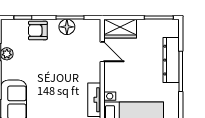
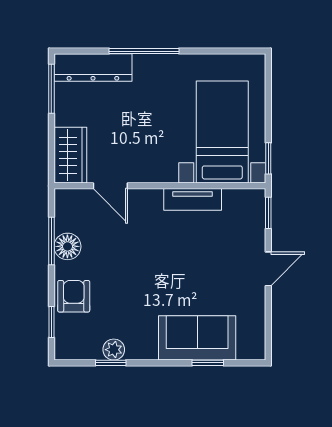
armchair: (38, 30) -> (74, 296), turned 180
door: (102, 52) -> (110, 186), swing flipped
dresser: (171, 60) -> (93, 68), moved

